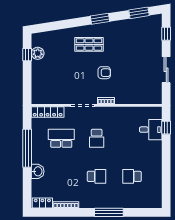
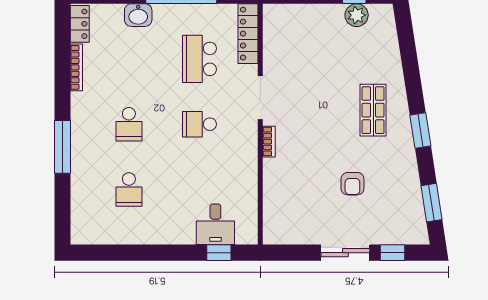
sliding door: (166, 70) -> (345, 253), moved
armchair: (104, 73) -> (352, 184), moved
school desk: (61, 138) -> (199, 59), turned 180
school desk: (132, 176) -> (129, 189), turned 180

